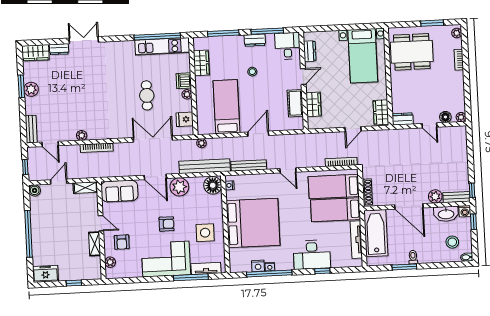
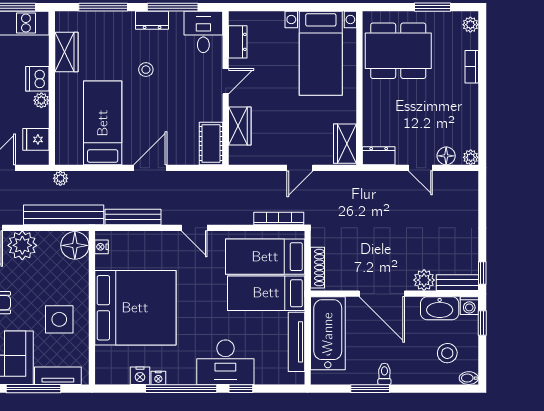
cot: (295, 103) -> (211, 143), moved
window: (269, 274) -> (181, 389), moved

